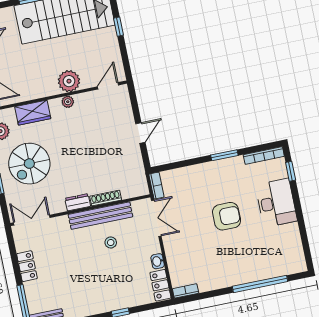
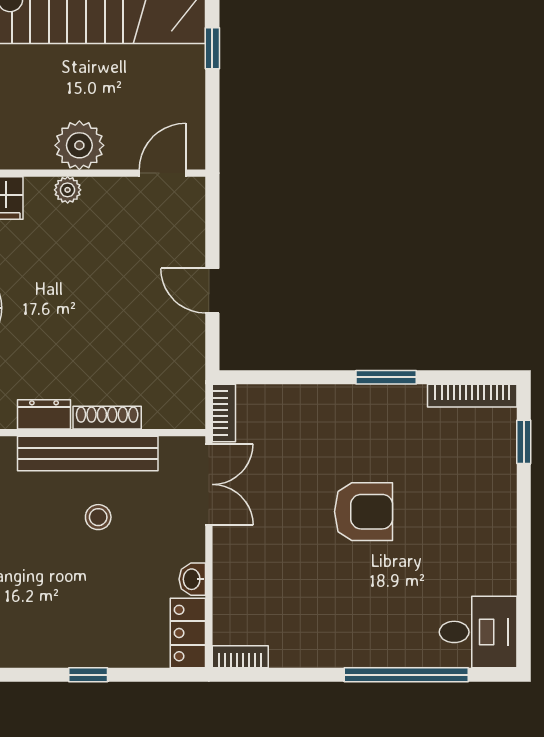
door: (140, 133) -> (212, 291), swing flipped
desk: (276, 203) -> (478, 632), moved, width x0.73

